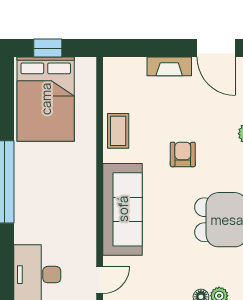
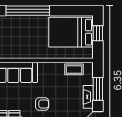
window: (154, 48) -> (98, 89), added
coffee table: (118, 131) -> (74, 69), moved

